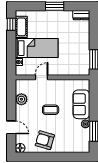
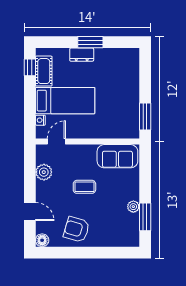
dresser: (81, 15) -> (82, 55), moved
door: (42, 77) -> (56, 142), moved
sofa: (81, 104) -> (117, 156), moved, turned -90

